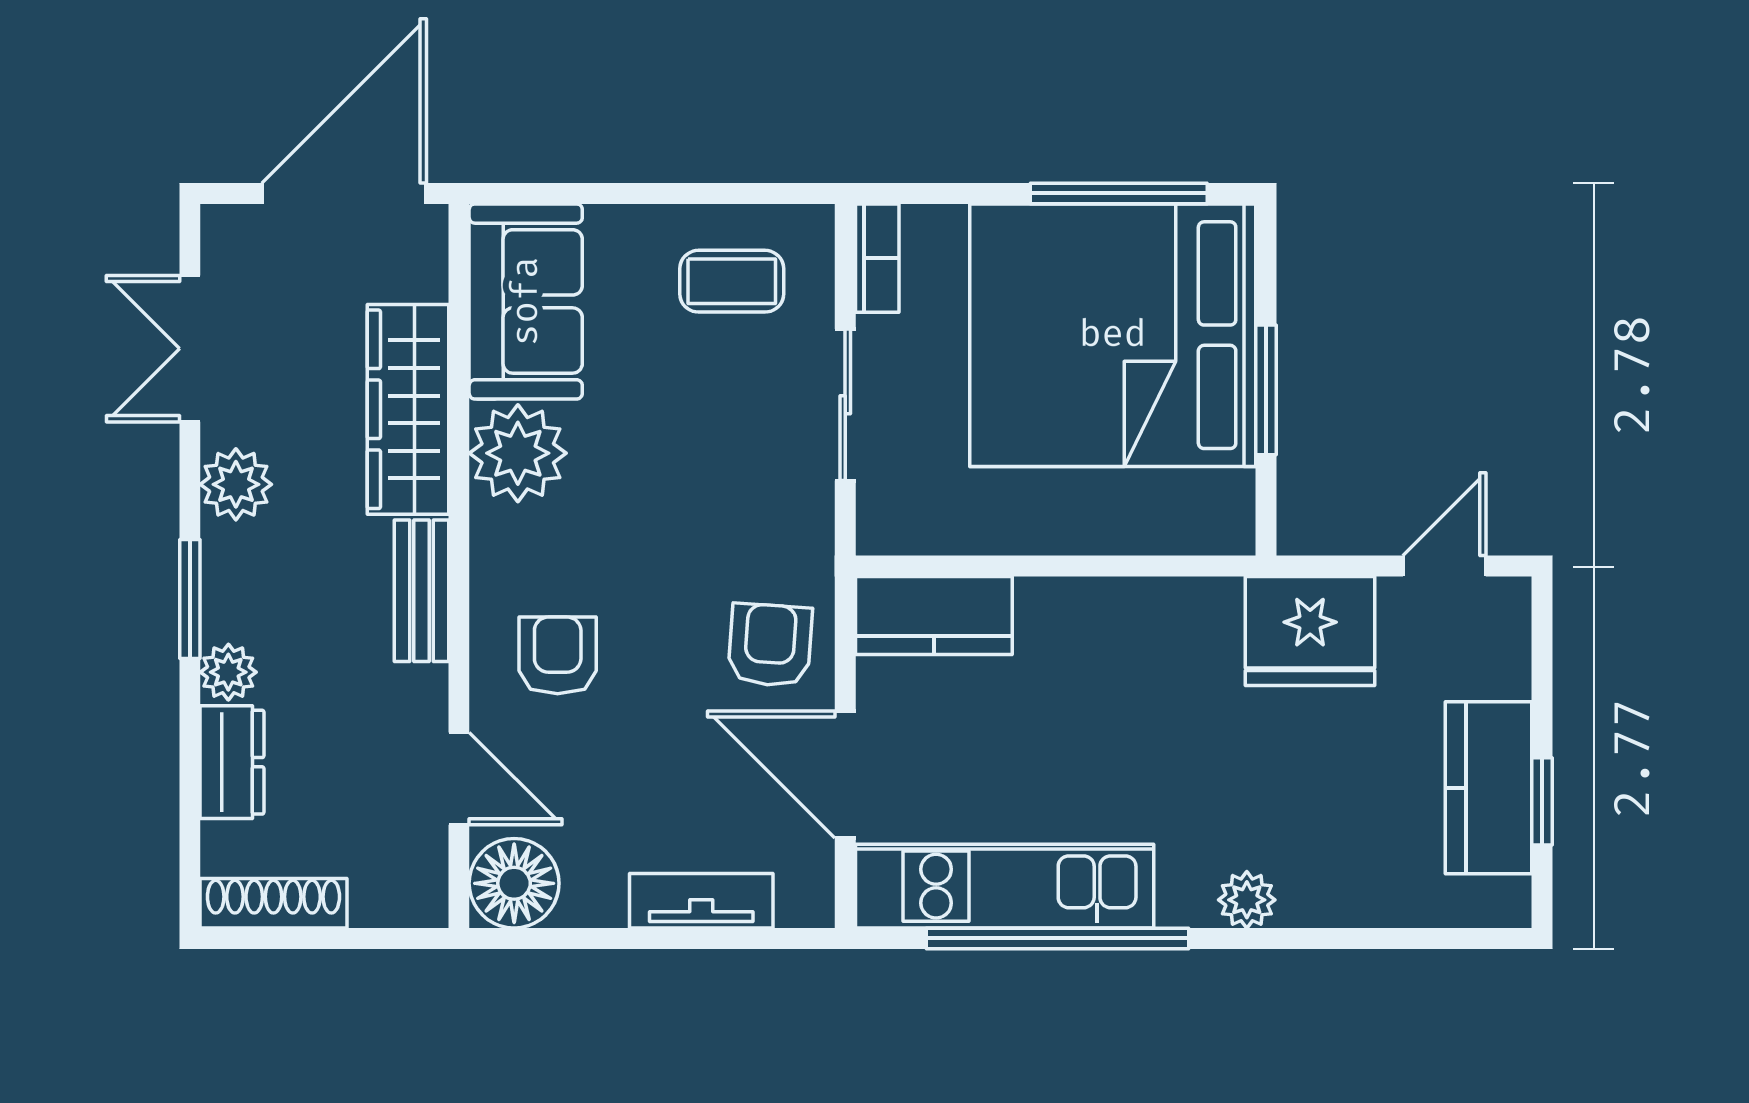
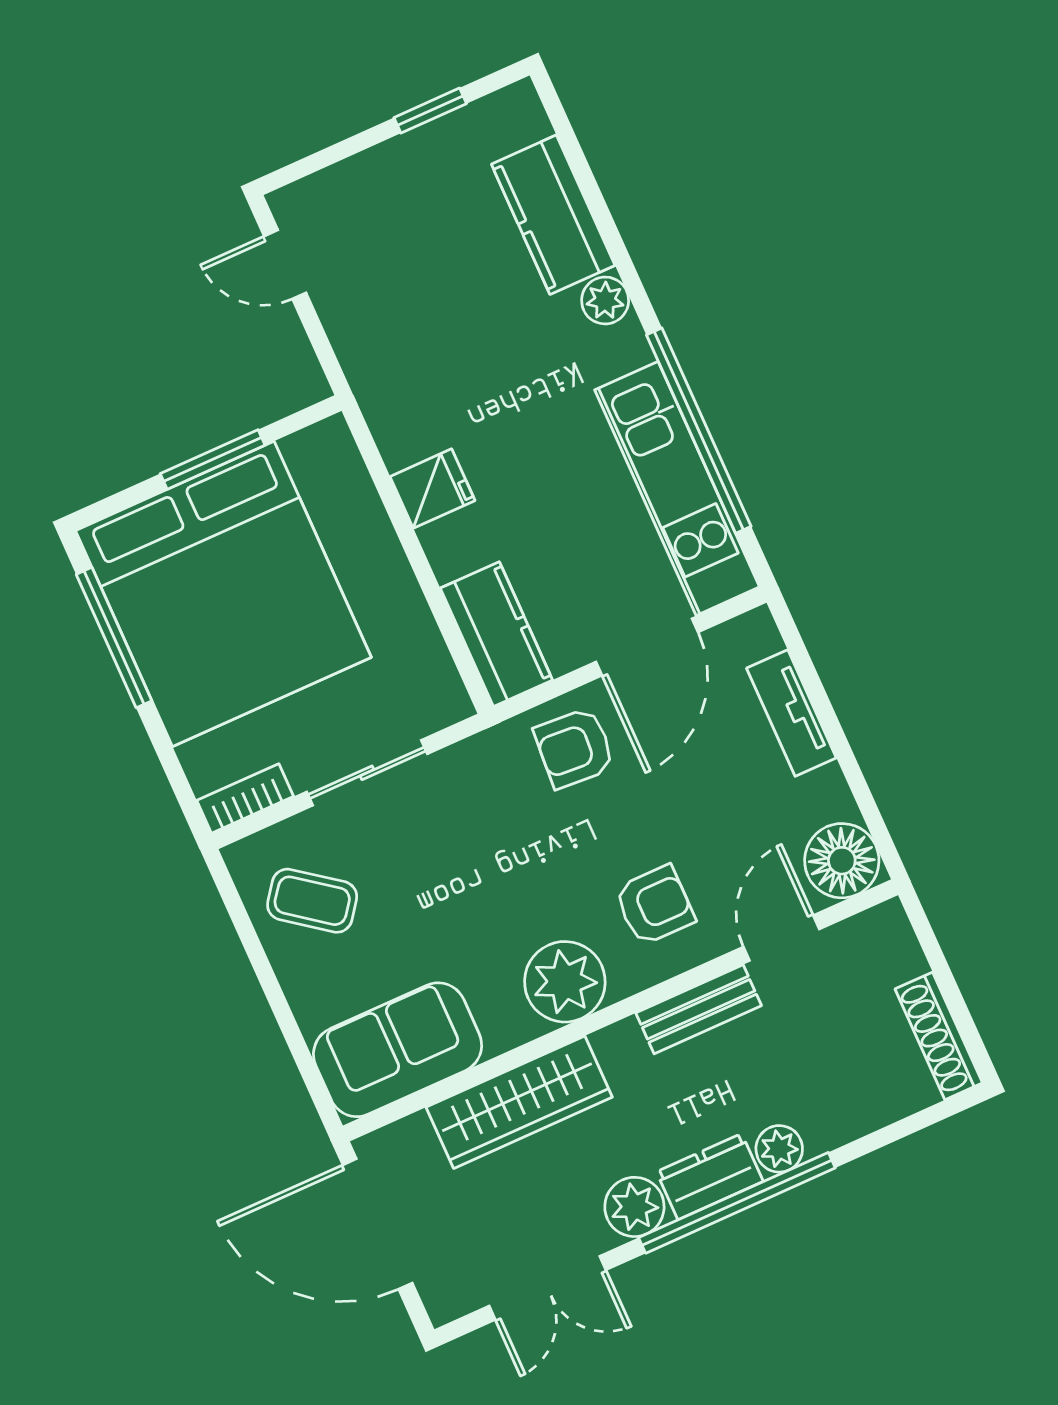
coffee table: (732, 281) -> (312, 901), turned -53
plant: (518, 453) -> (565, 982), moved
bench: (421, 591) -> (699, 1009), moved
window: (190, 599) -> (737, 1203), width x2.11
fridge: (1310, 631) -> (432, 489), moved, width x0.53, depth x0.75
armchair: (558, 655) -> (655, 905), turned 180
dresser: (232, 762) -> (710, 1177), moved
kitchen counter: (1489, 788) -> (553, 215), moved, turned 90

